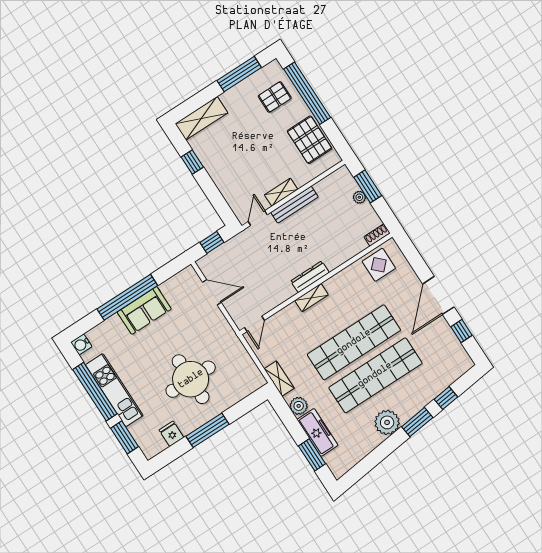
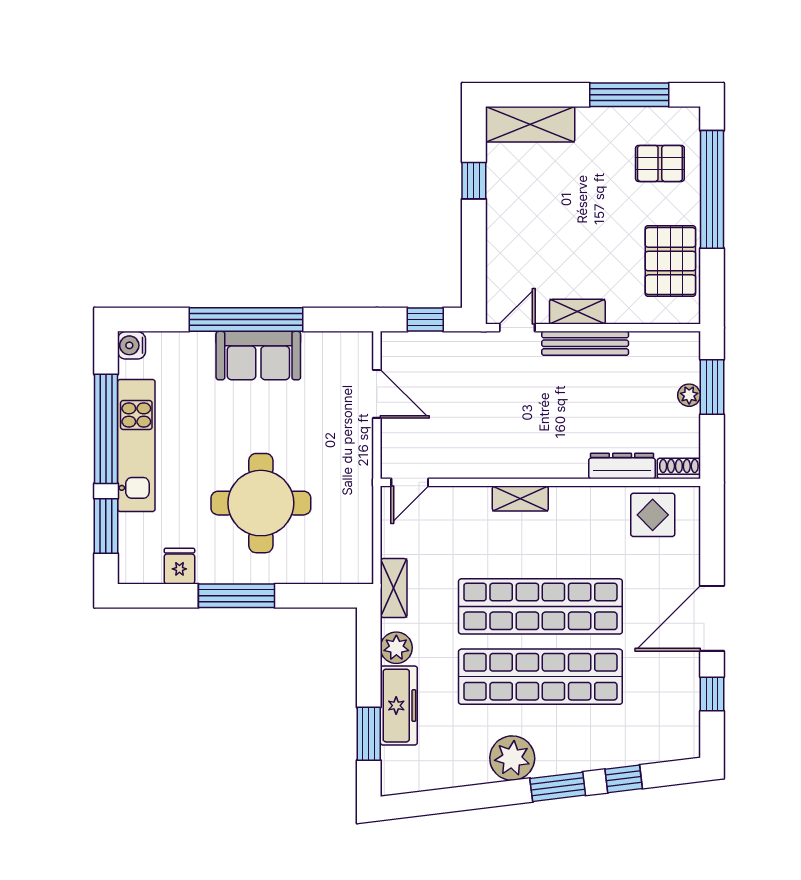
dresser: (310, 277) -> (622, 466), moved

